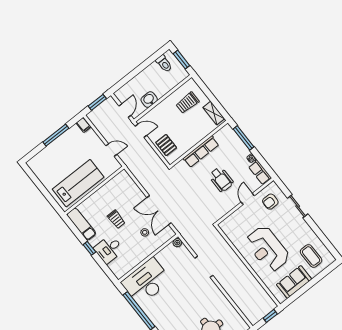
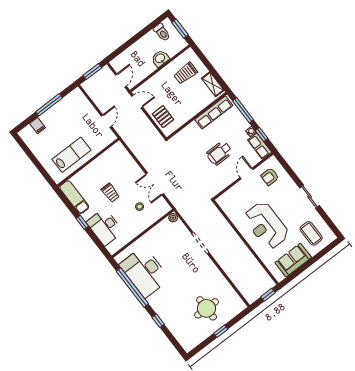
washbasin: (149, 100) -> (160, 59), moved
filing cabinet: (84, 125) -> (38, 126), moved
door: (111, 150) -> (106, 121), hinge flipped
row of seats: (201, 152) -> (214, 113), moved
window: (262, 161) -> (262, 135), added
wheelchair: (221, 180) -> (219, 153), turned 90
lab bench: (78, 183) -> (71, 155), width x0.73, depth x0.72
sliding door: (298, 206) -> (310, 197), moved
double door: (159, 210) -> (155, 184), width x0.73
desk: (109, 249) -> (105, 227), width x1.37
desk: (146, 282) -> (145, 272), moved, turned -90

